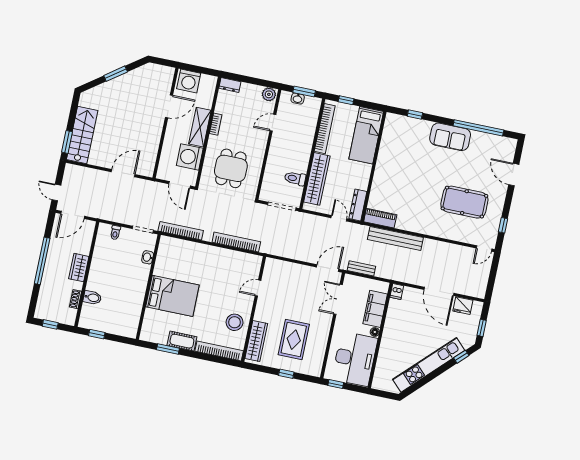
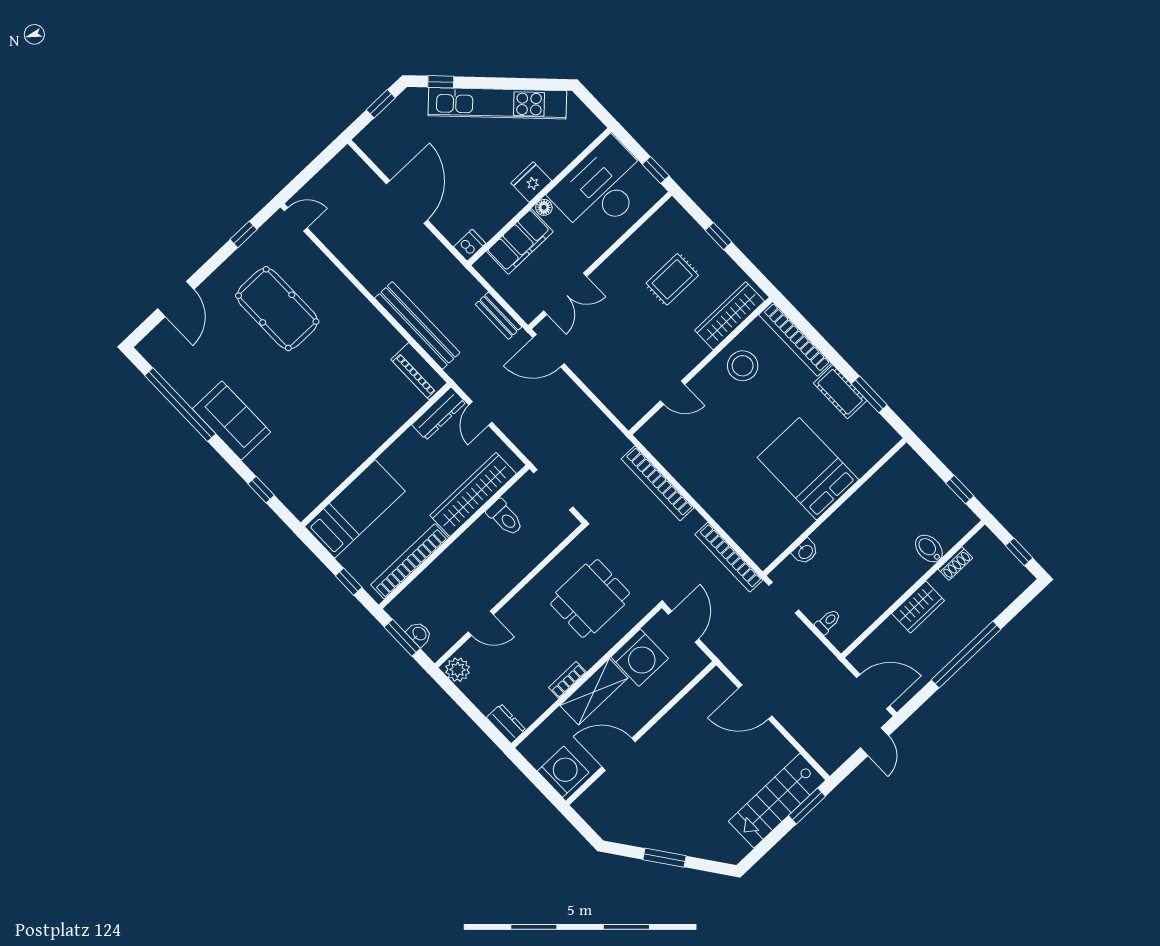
fridge: (463, 306) -> (531, 182), moved, turned -90
rug: (294, 340) -> (672, 279), width x0.73, depth x0.70

